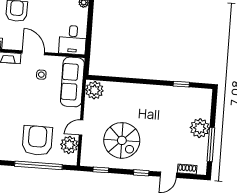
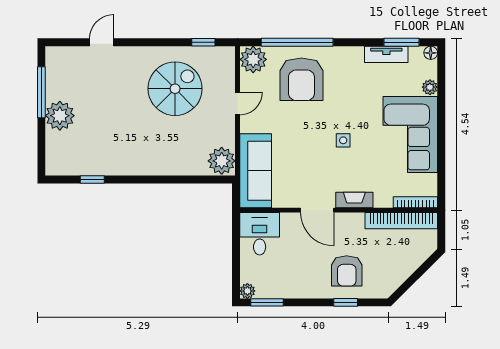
side table: (41, 75) -> (343, 140), moved
spiral stairs: (122, 140) -> (175, 89), turned 90
plant: (69, 145) -> (253, 59), moved
shoe rack: (187, 169) -> (74, 53), removed
window: (141, 173) -> (143, 42), removed

